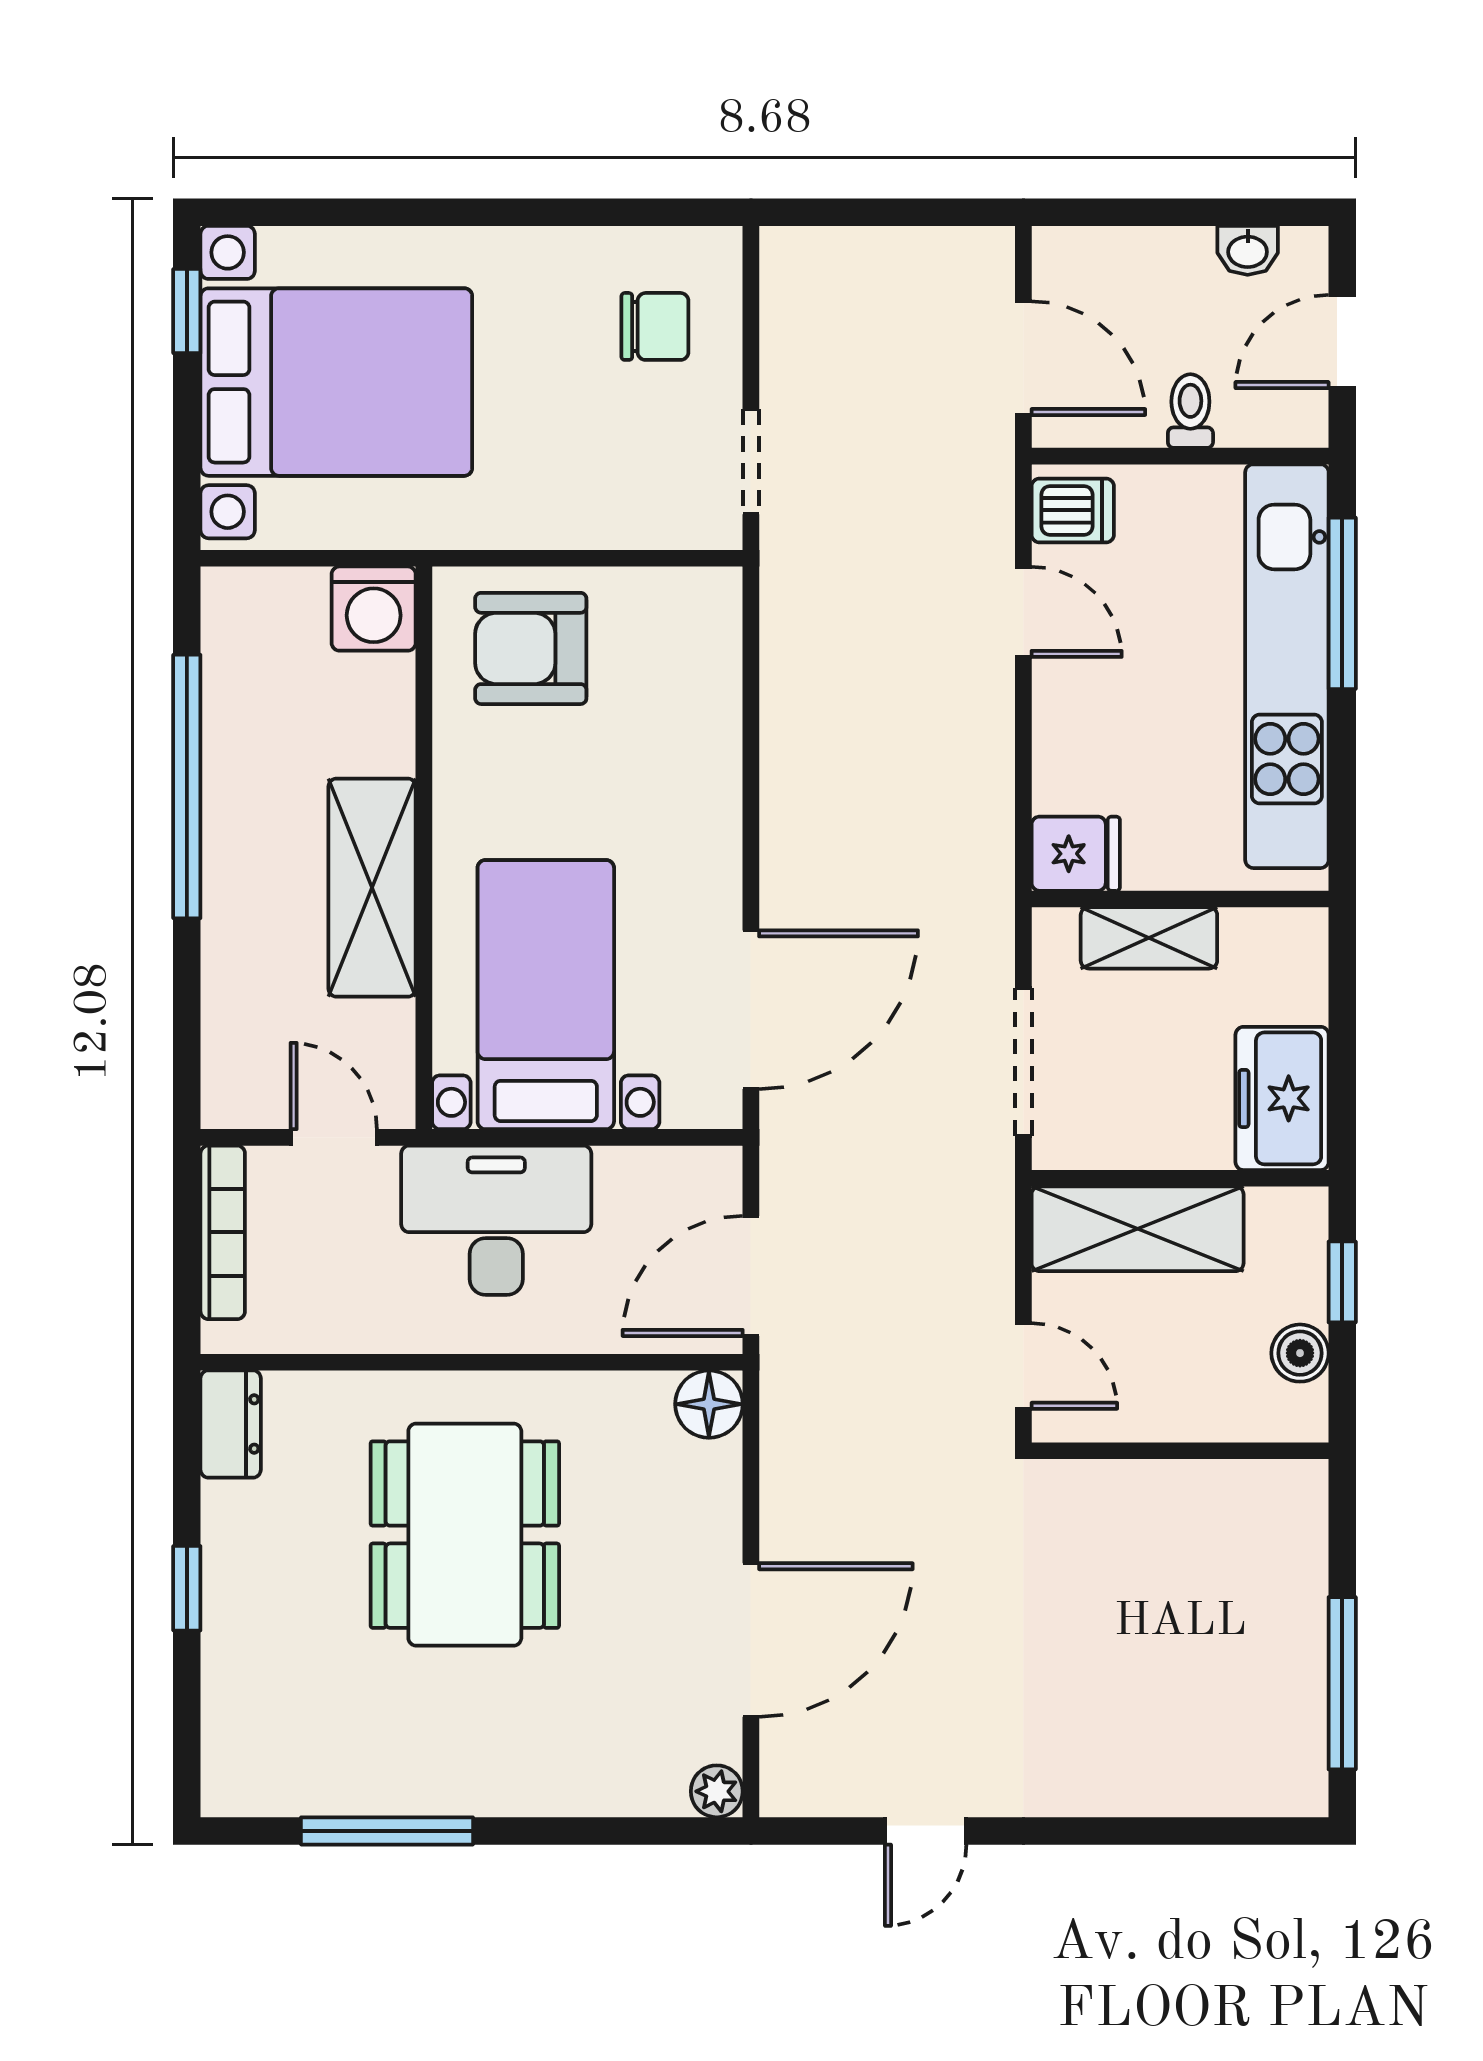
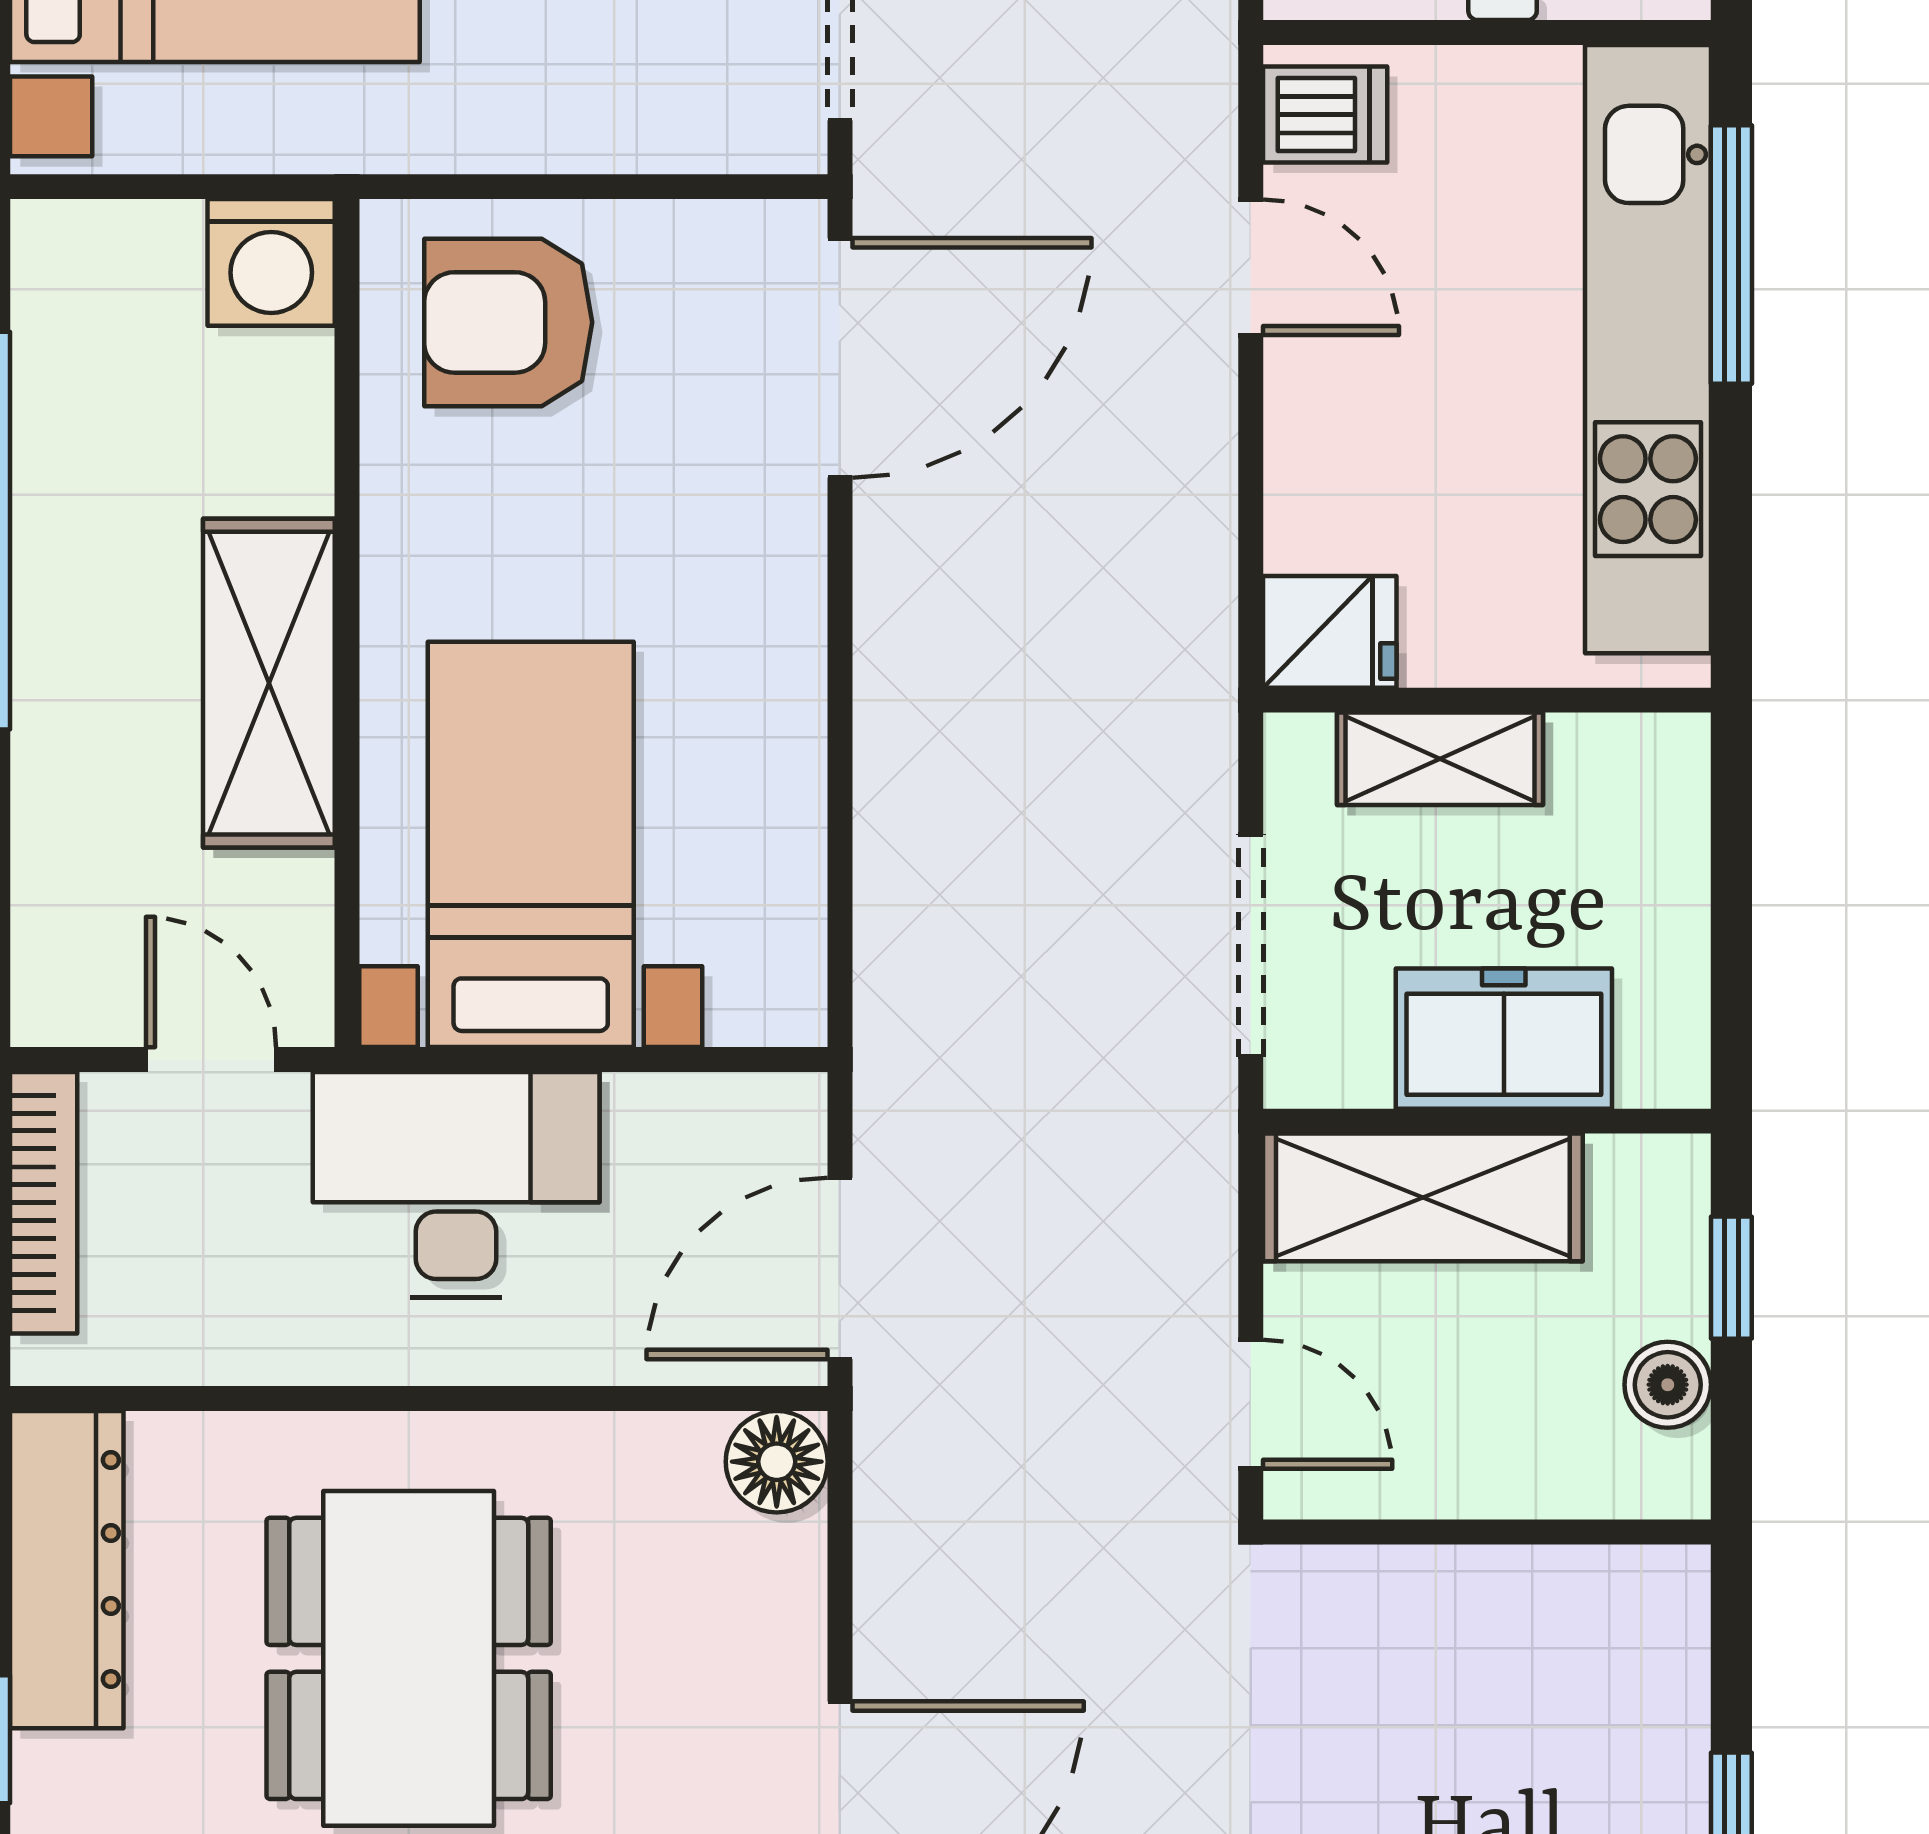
door: (751, 1010) -> (840, 358), moved
freezer: (1282, 1098) -> (1504, 1039), moved, turned 90
dresser: (231, 1424) -> (67, 1570), width x1.96, depth x1.24

